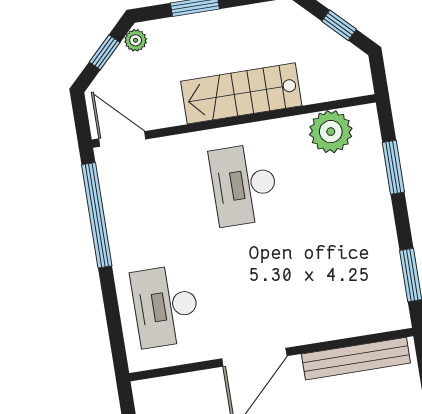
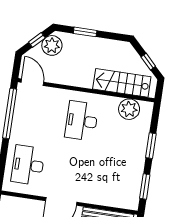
plant: (136, 40) -> (52, 45), width x1.88, depth x1.88
stairs: (241, 93) -> (122, 83), moved
window: (393, 167) -> (151, 146), moved

